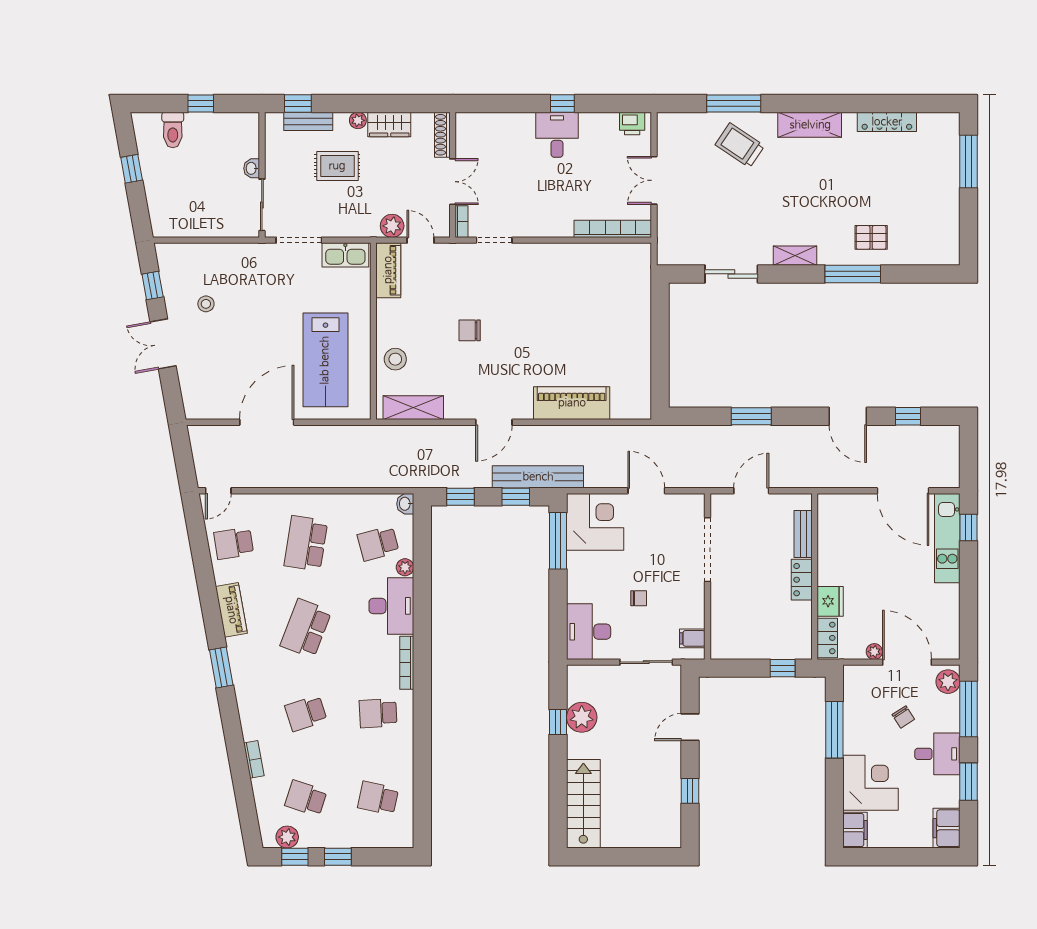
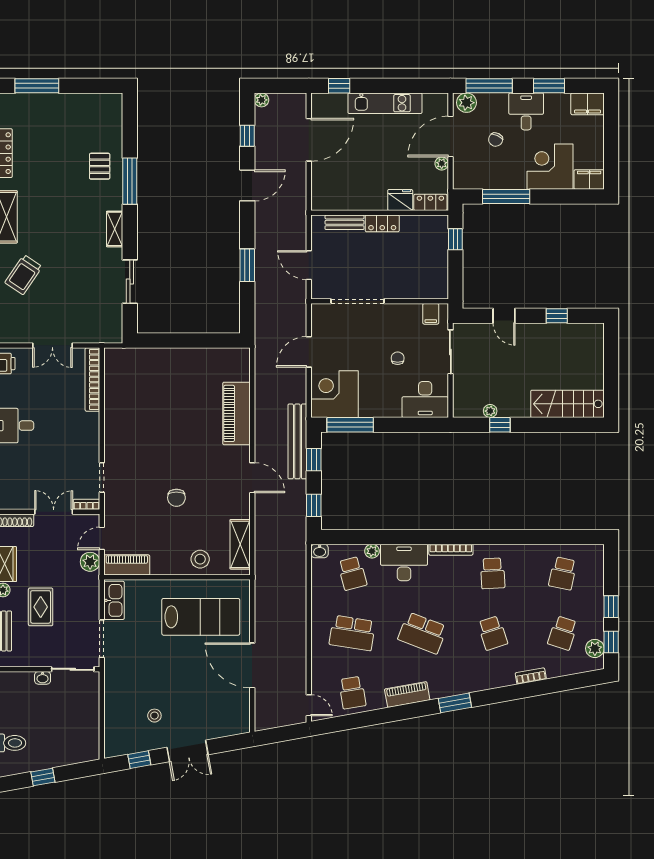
plant: (951, 433) -> (261, 100), added
kitchen unit: (947, 538) -> (385, 103), moved
plant: (582, 717) -> (490, 411), width x0.53, depth x0.53
chair: (903, 717) -> (496, 140), turned 148

